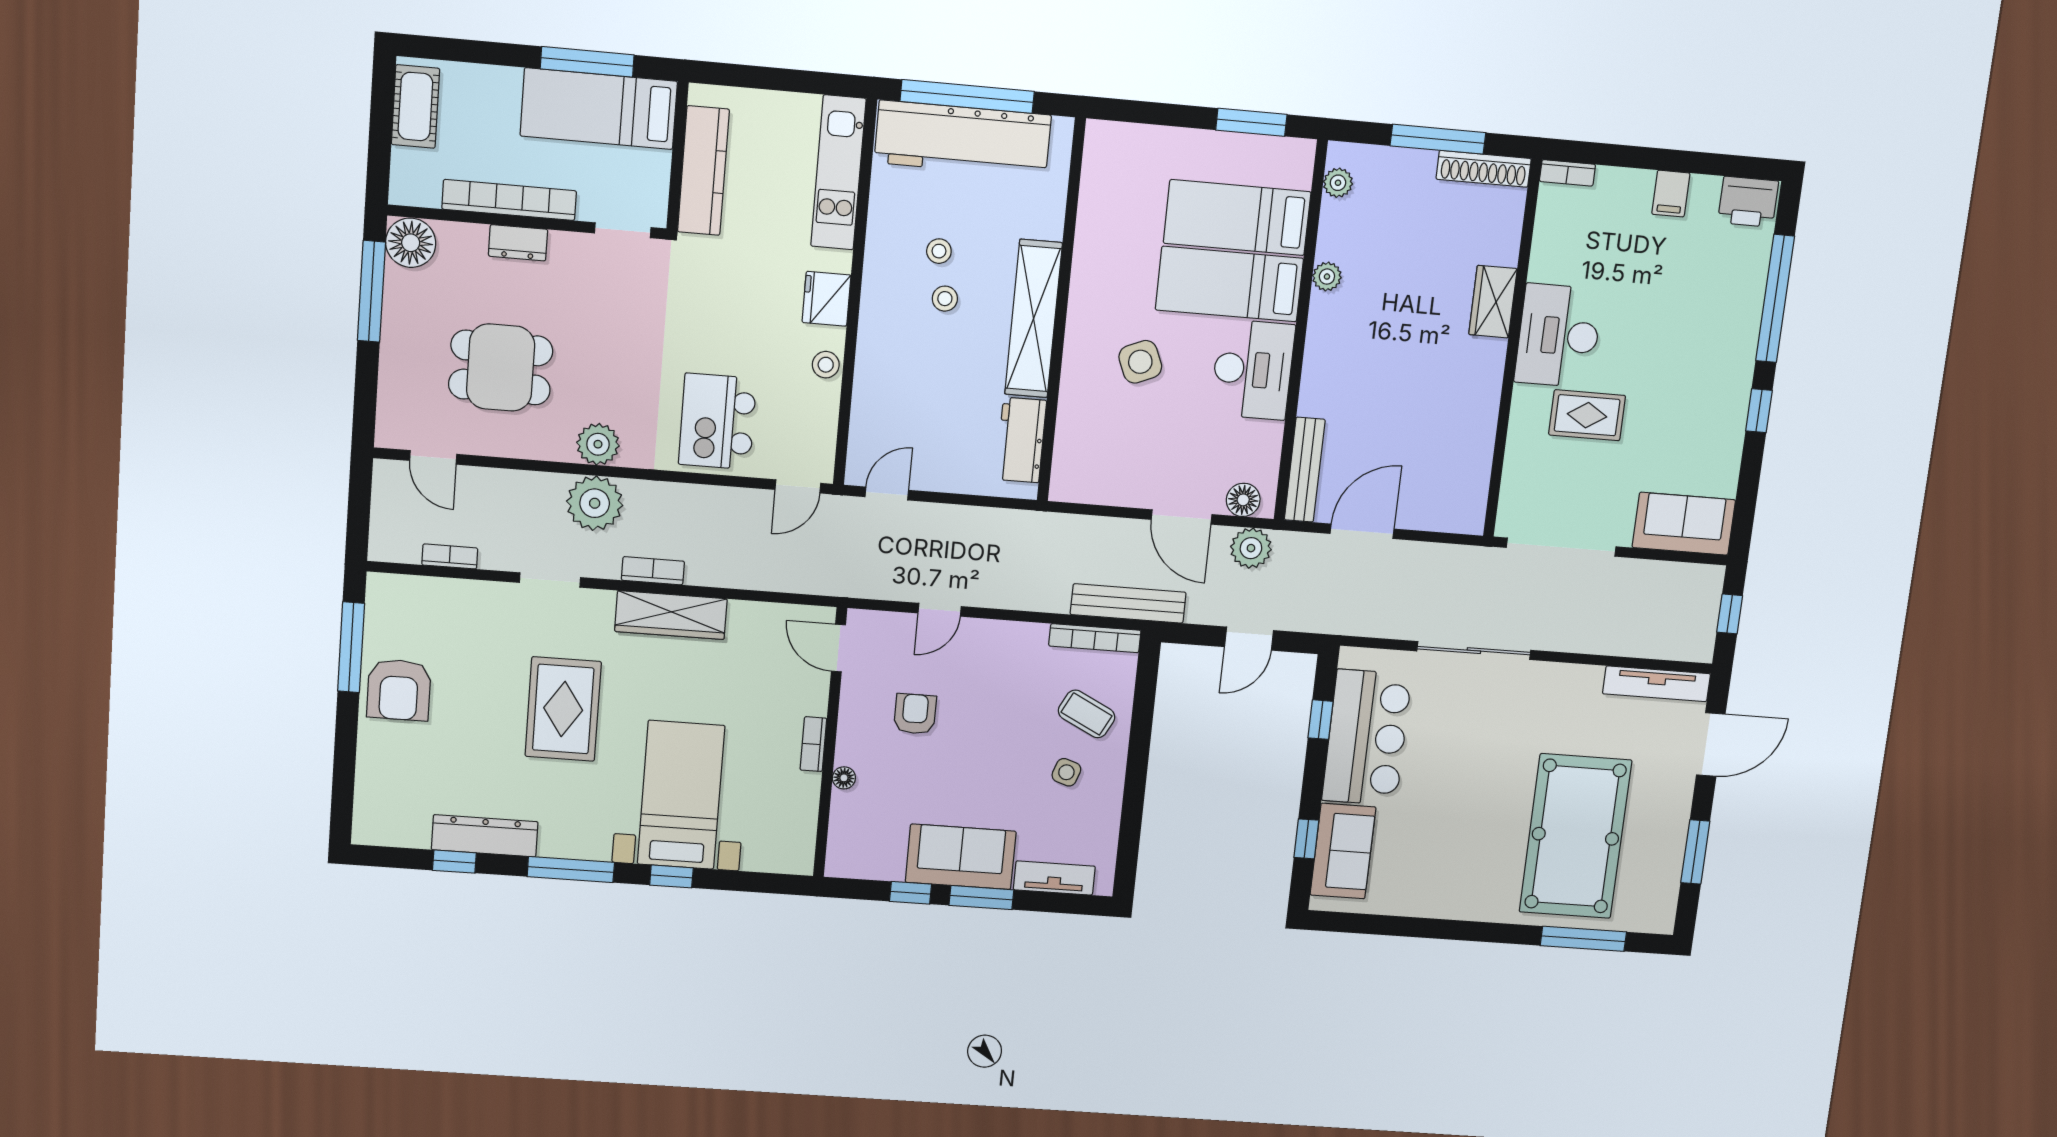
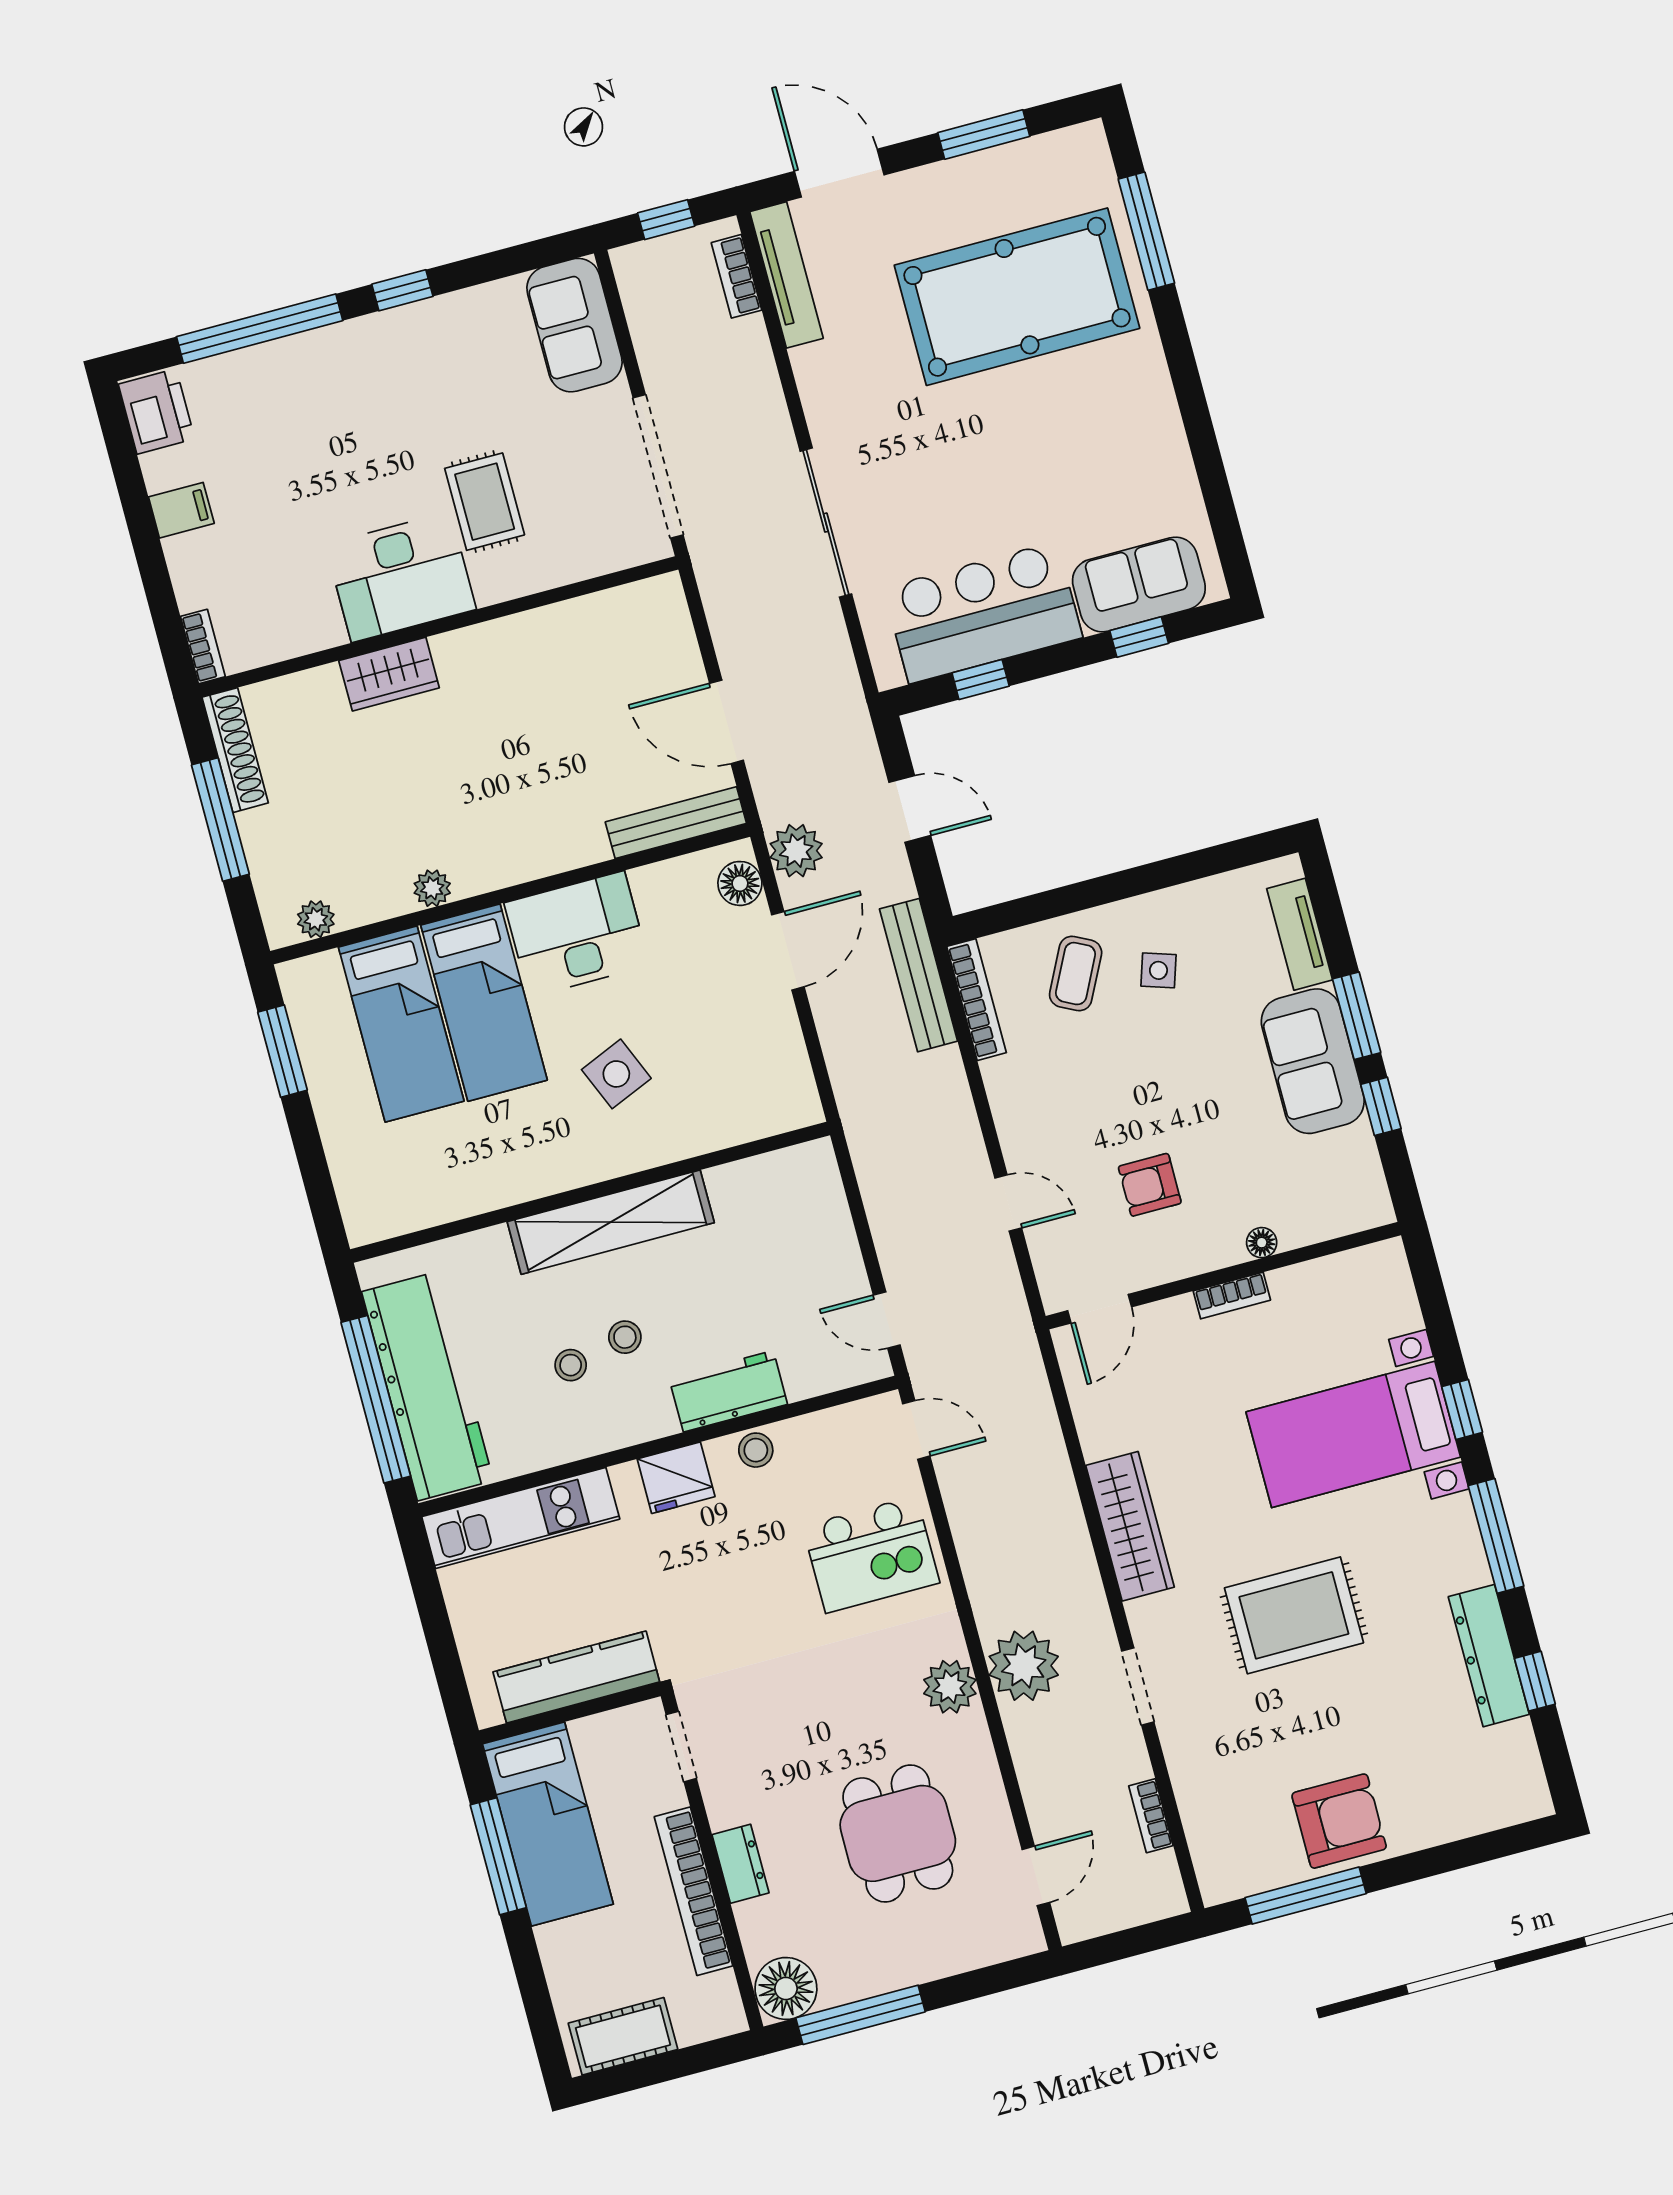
workbench: (1021, 440) -> (728, 1391), moved, turned 180
bookcase: (653, 571) -> (736, 276), moved

